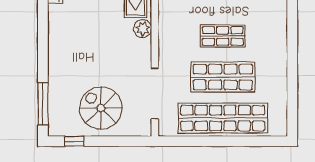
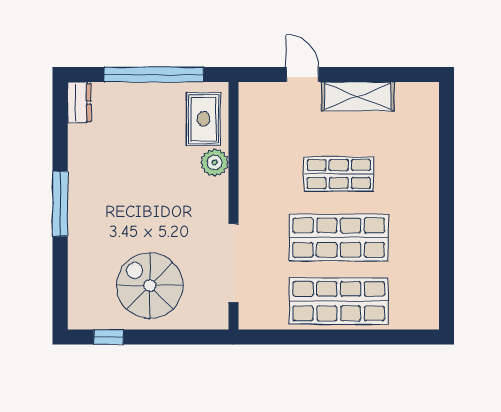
window: (43, 104) -> (60, 204), moved
shop shelf: (223, 118) -> (339, 301), width x0.71

